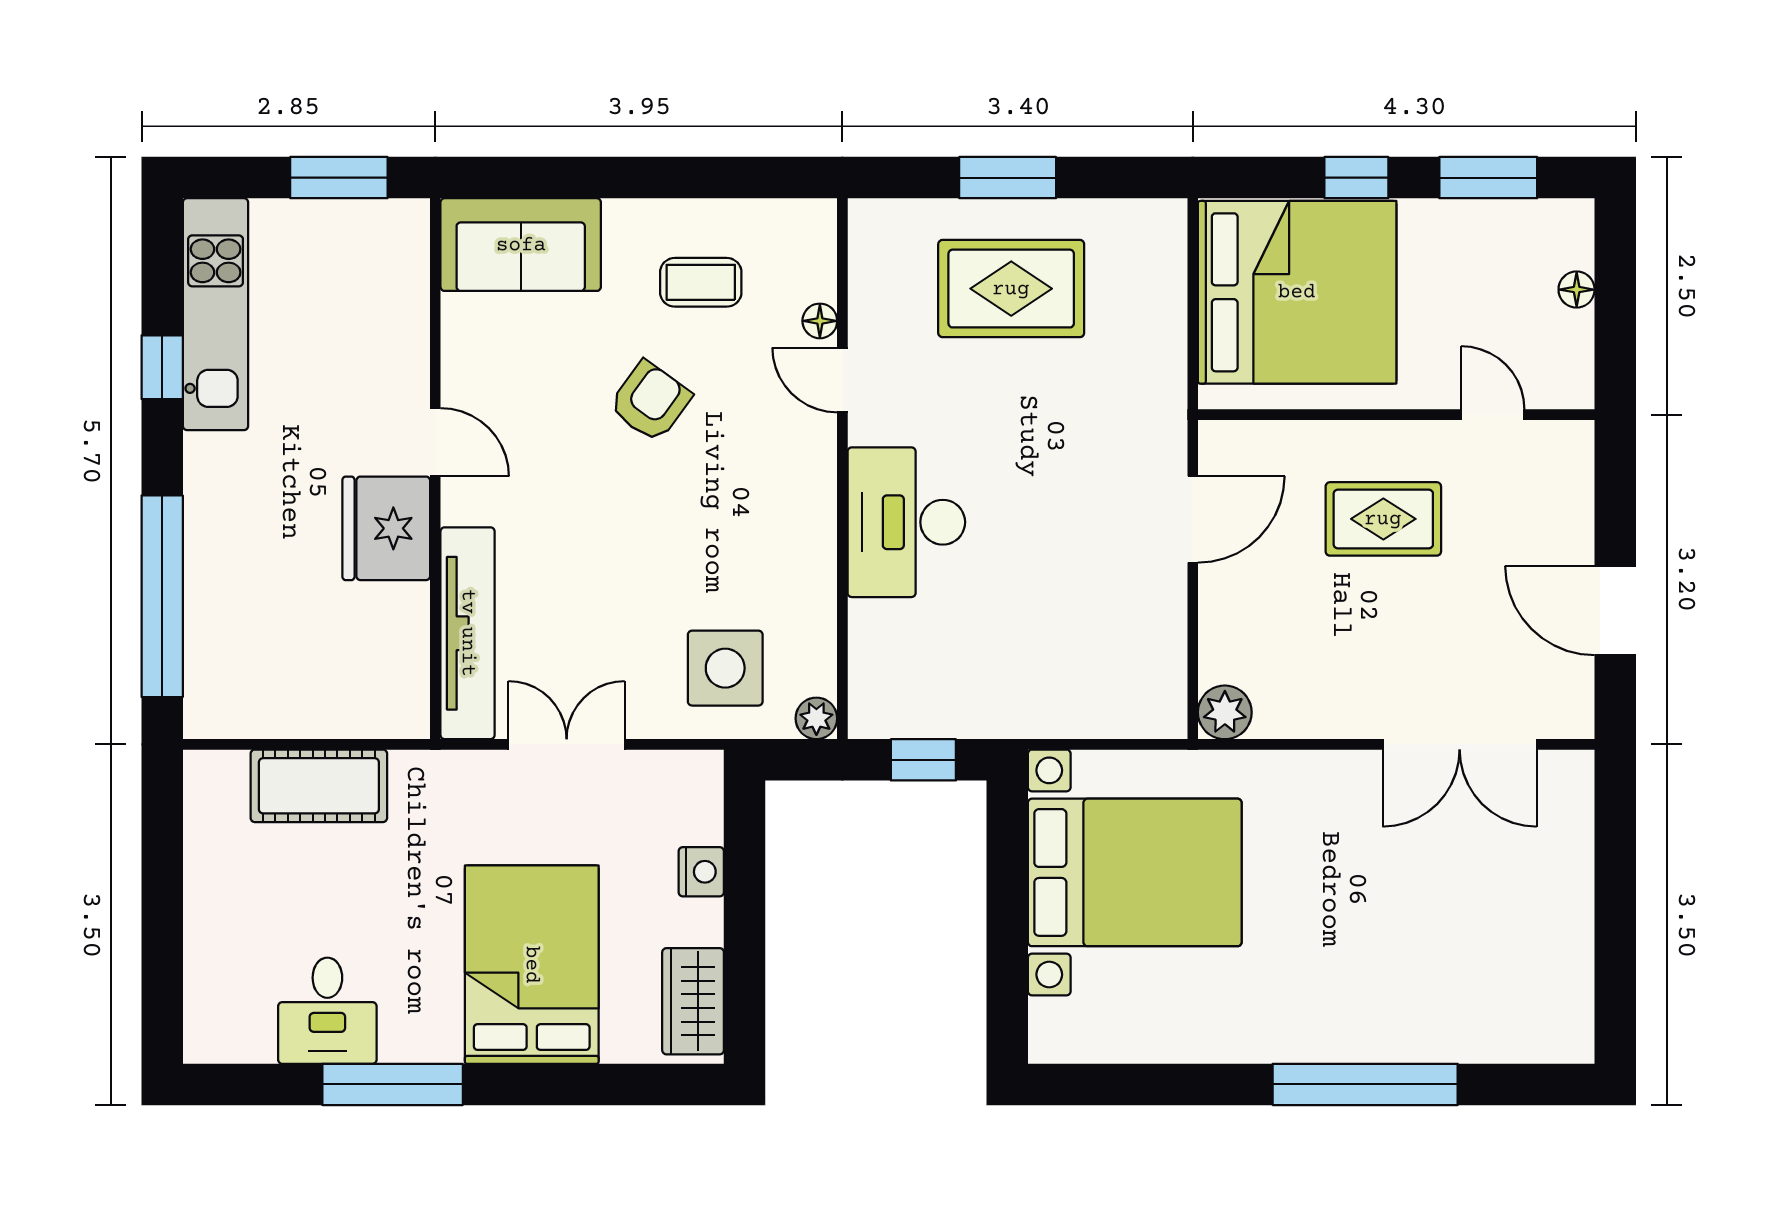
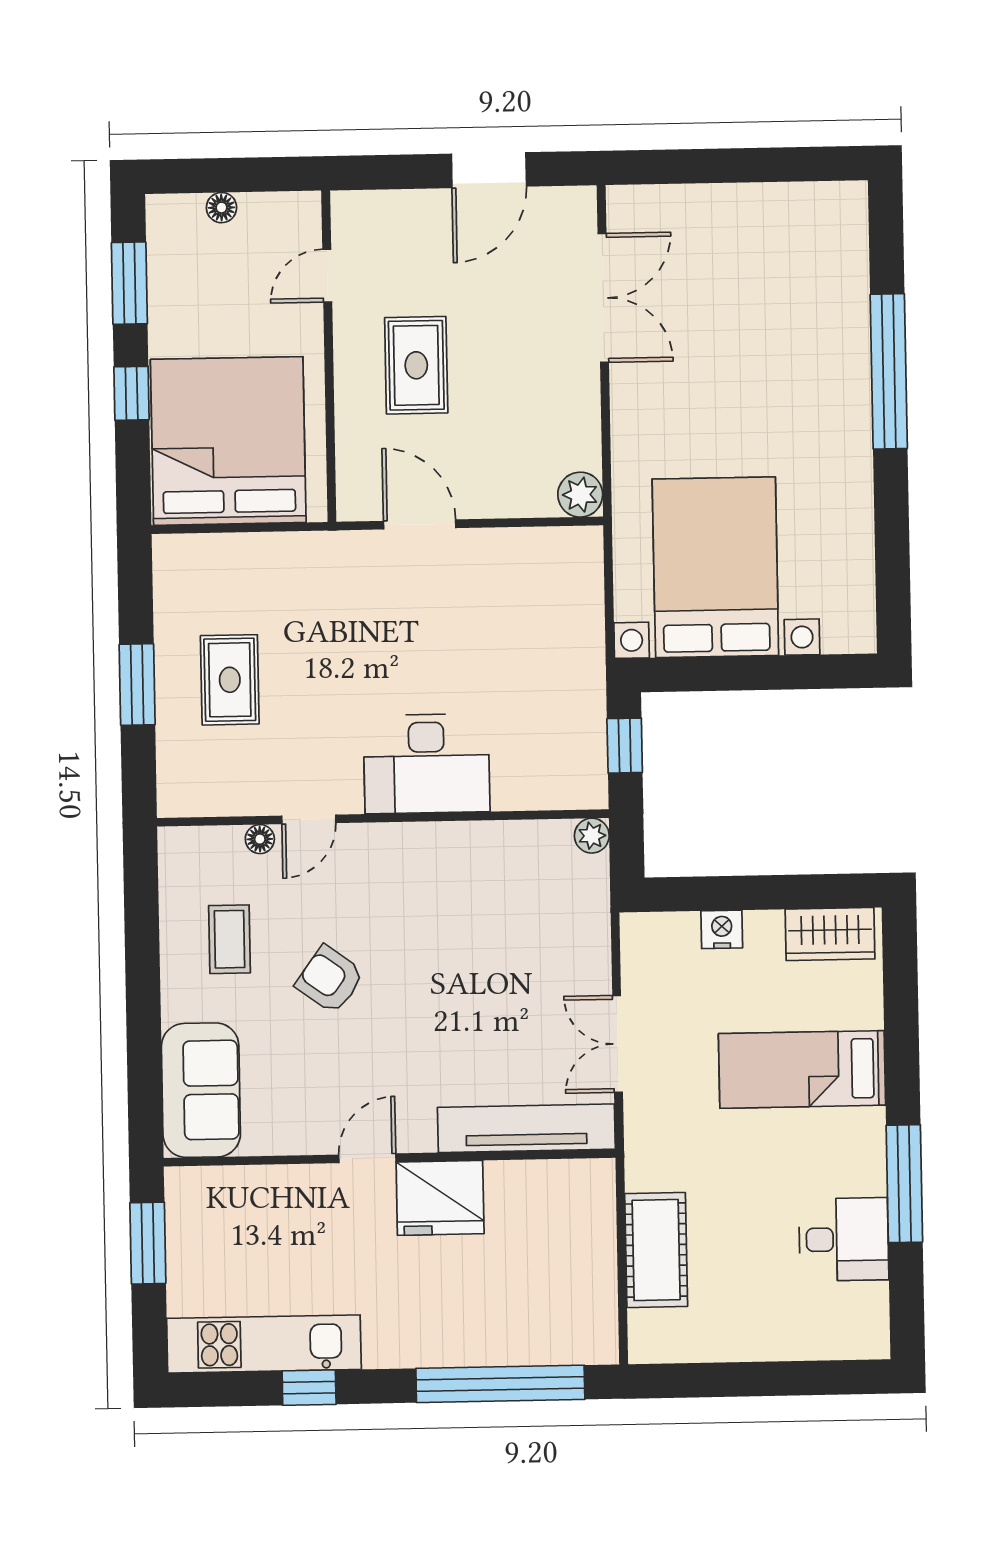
rug: (1011, 289) -> (230, 680), width x0.73, depth x0.70
side table: (725, 668) -> (551, 913), removed
bed: (532, 965) -> (802, 1069), width x0.67

